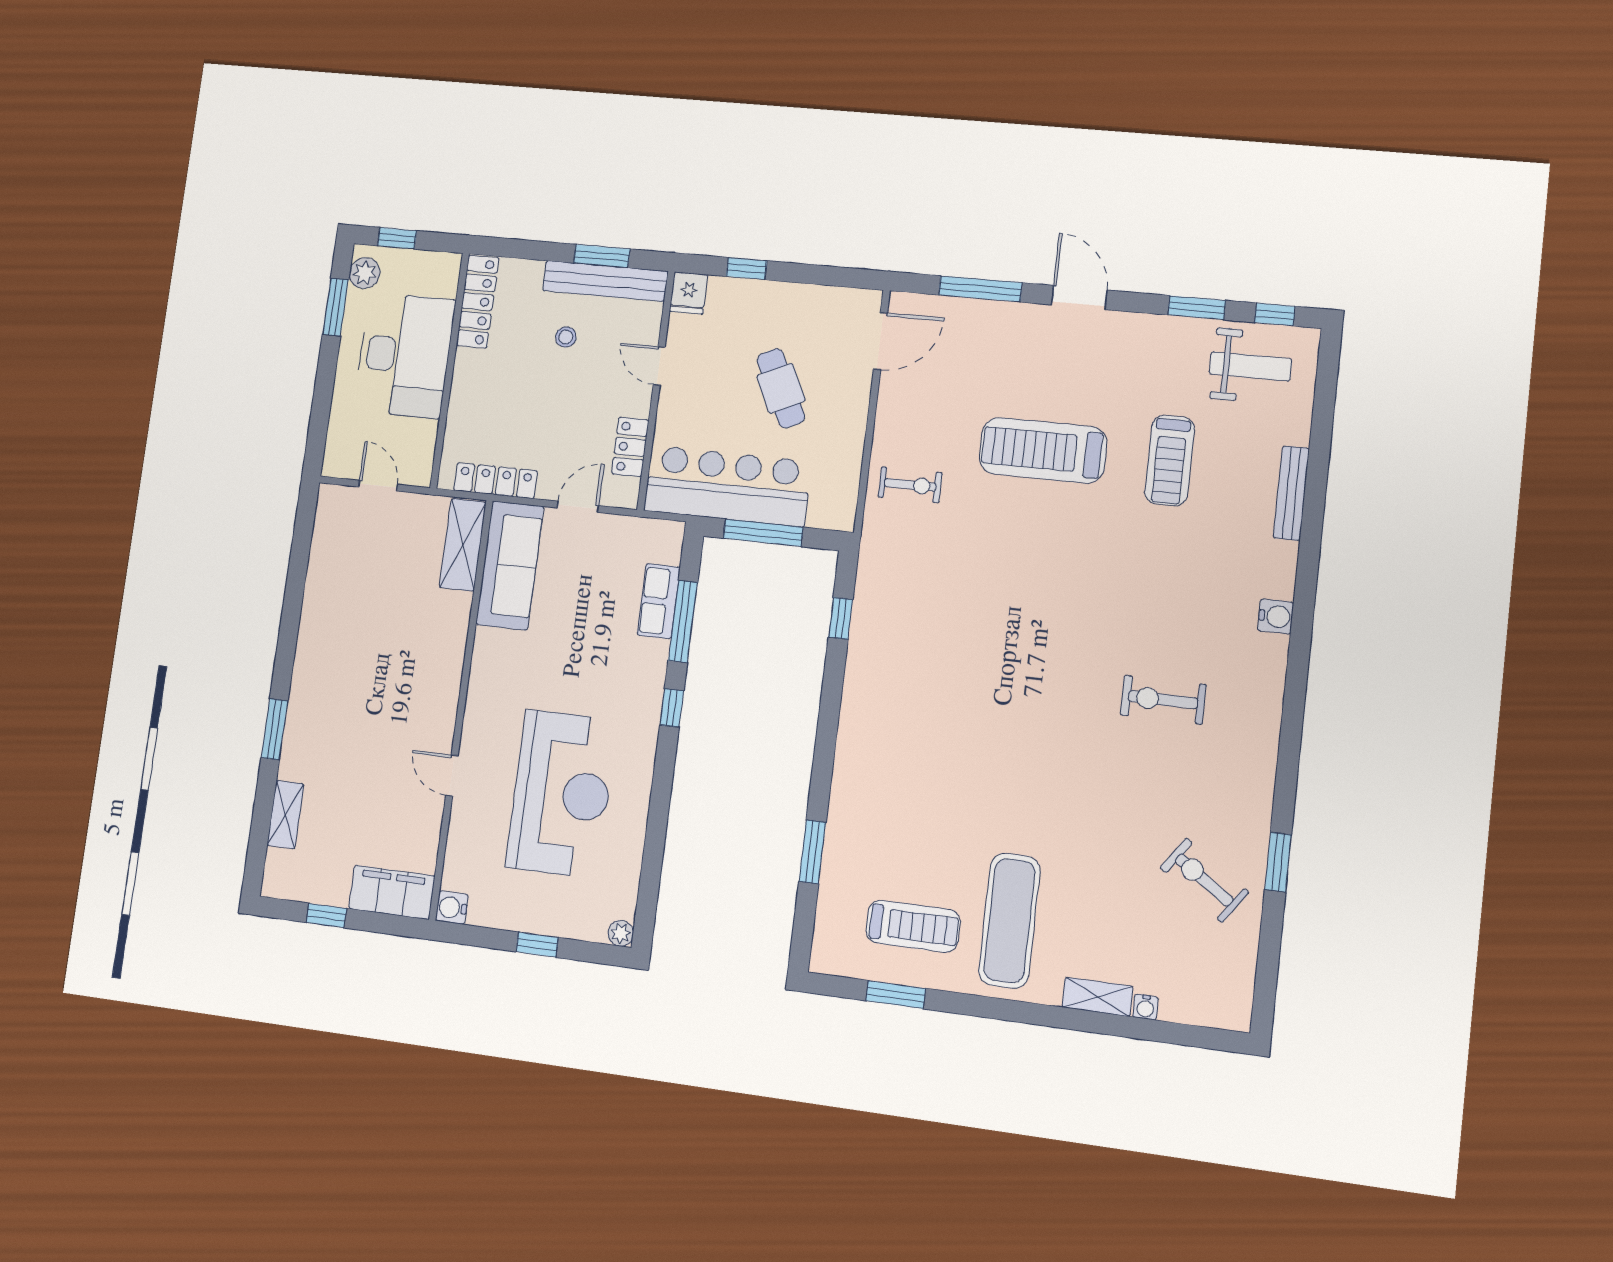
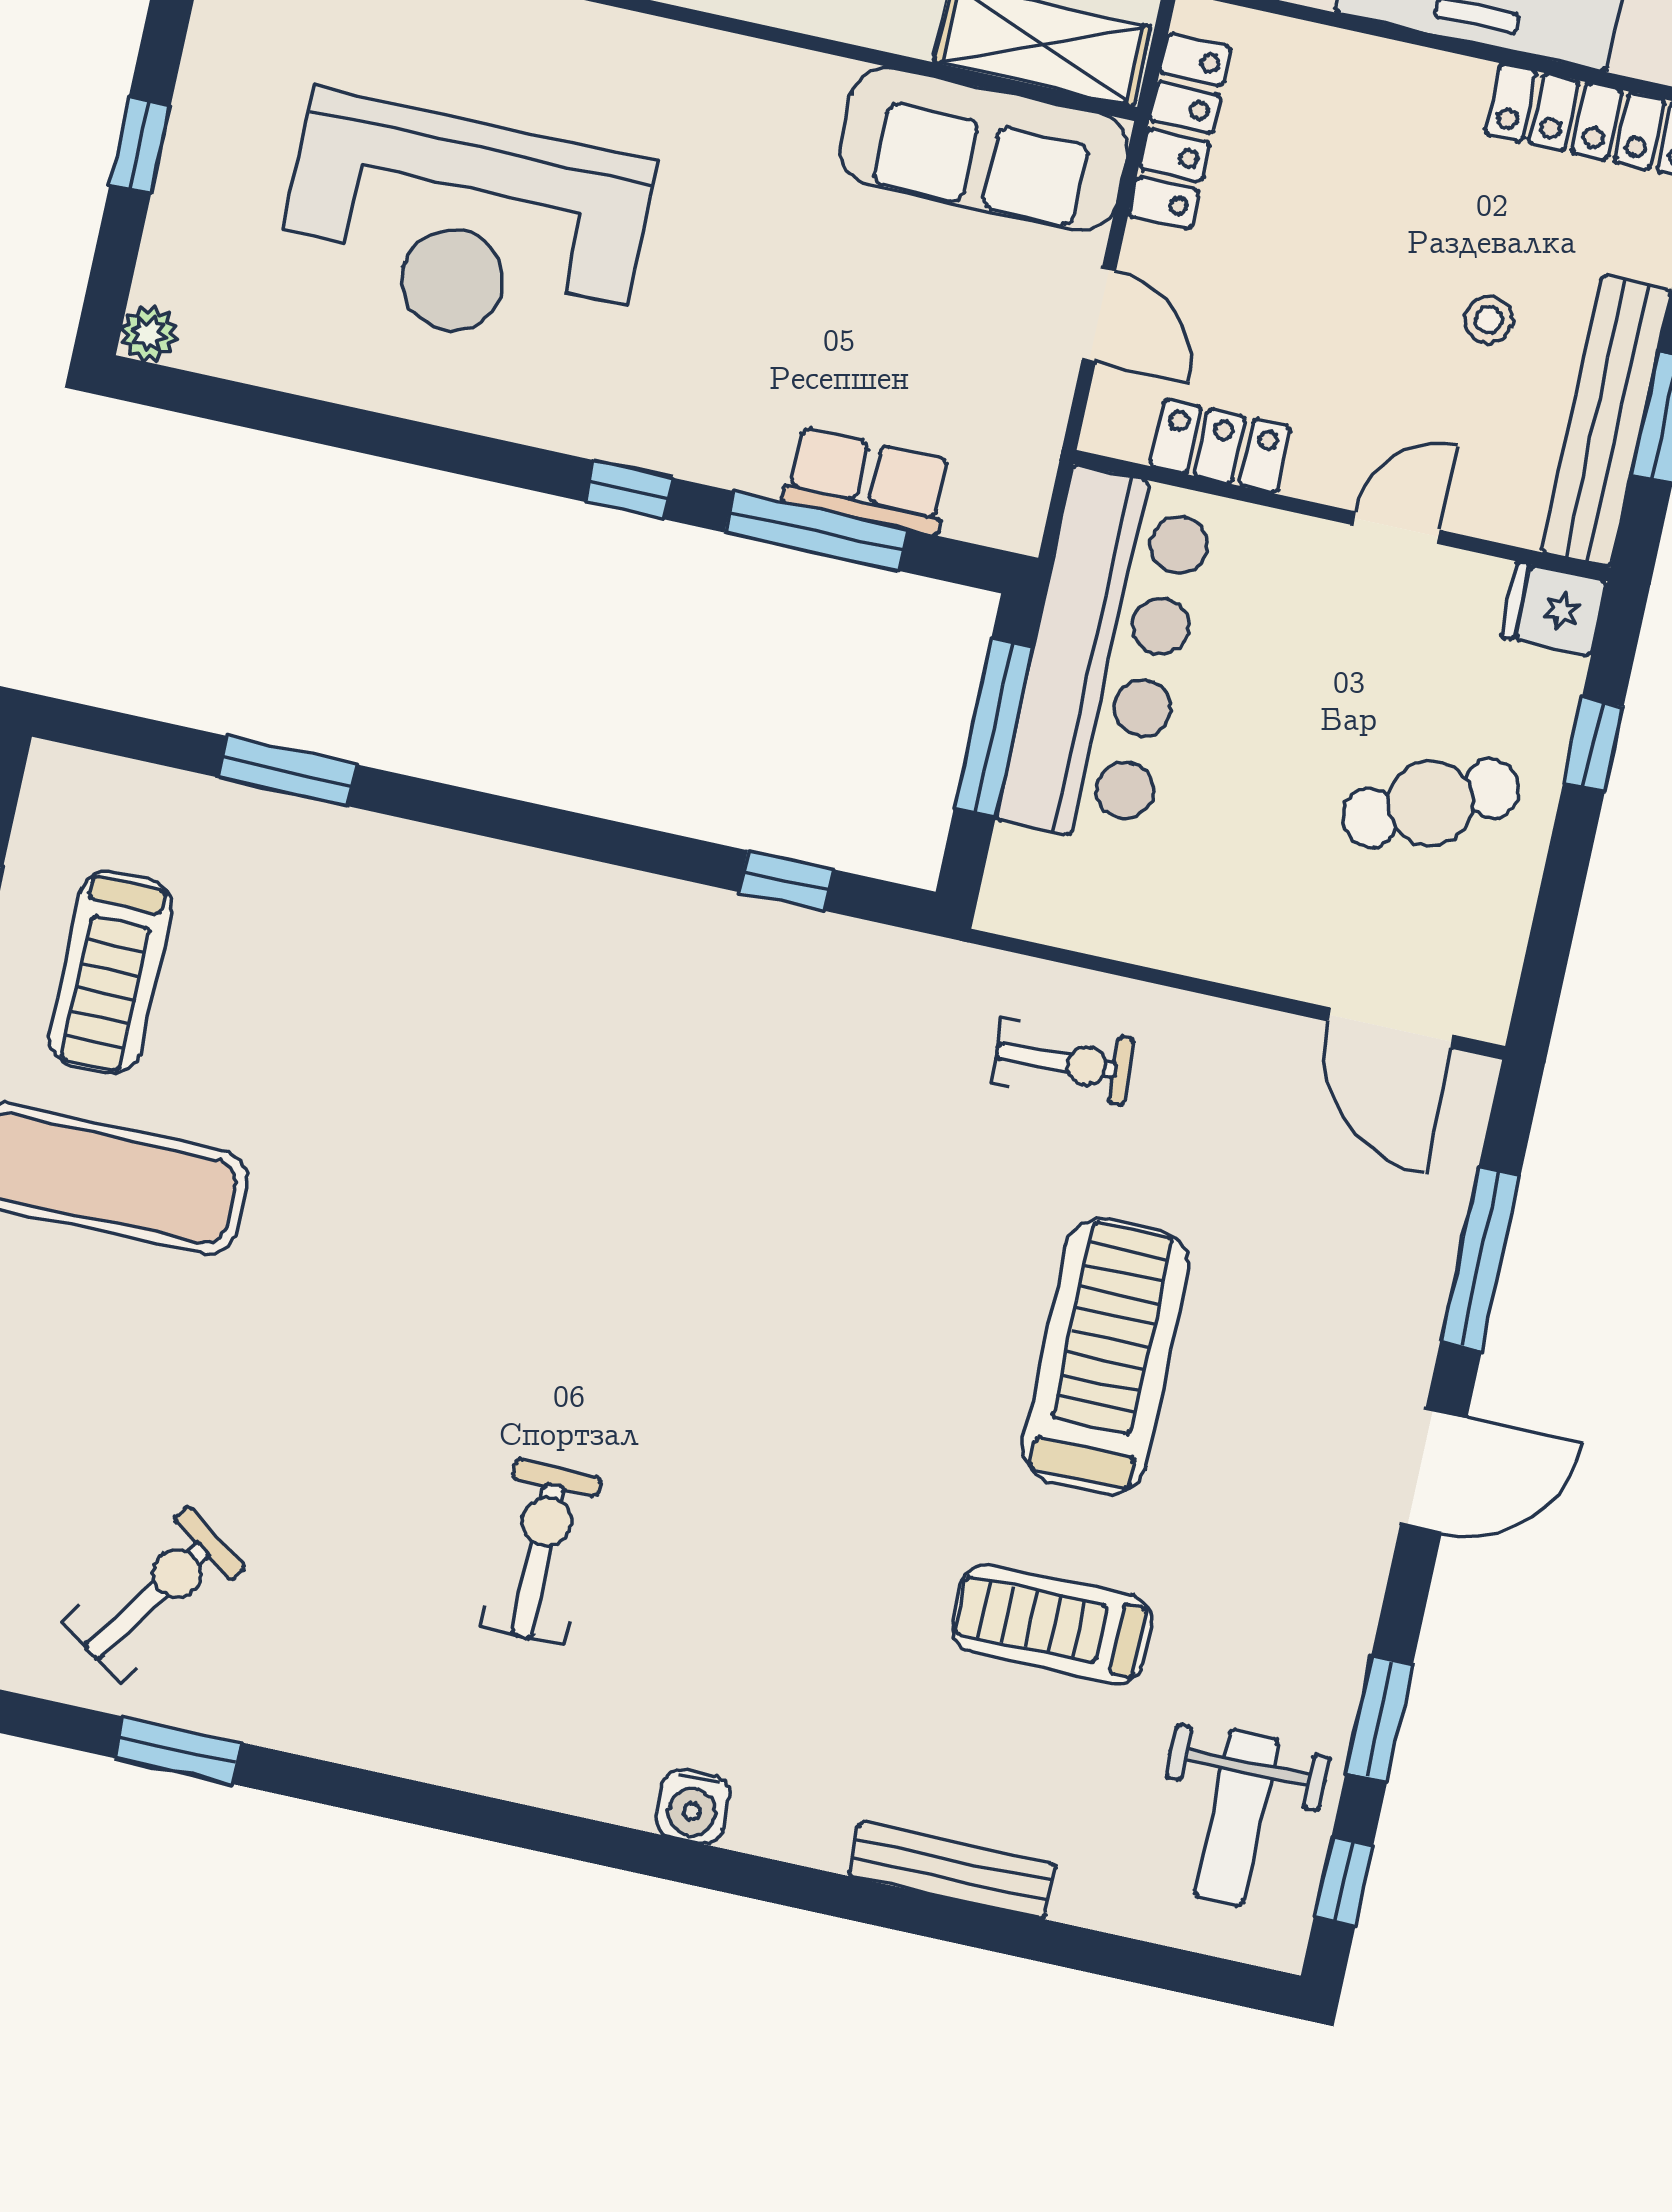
cafe table: (781, 388) -> (1431, 803), moved
exercise bike: (910, 485) -> (1063, 1062), turned -93

